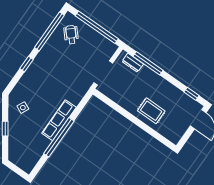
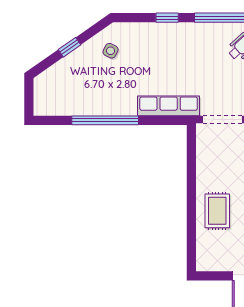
row of seats: (59, 120) -> (169, 106), moved

